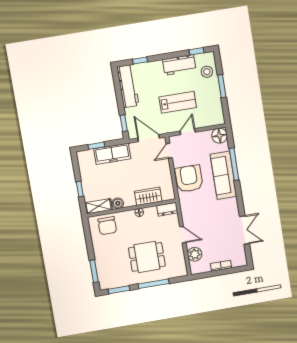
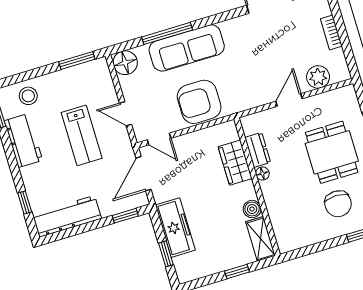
window: (222, 86) -> (77, 61), moved
lab bench: (178, 102) -> (82, 135), turned 180
dresser: (167, 209) -> (258, 150), moved
chair: (107, 226) -> (338, 204), moved, turned 90

